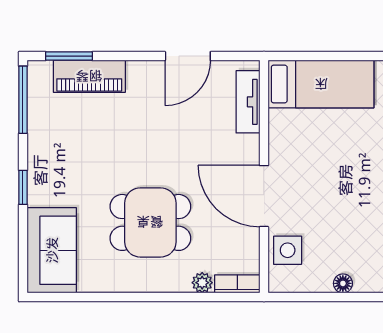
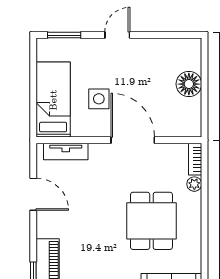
door: (264, 196) -> (133, 140), swing flipped
side table: (288, 250) -> (99, 99), moved
floor lamp: (343, 283) -> (189, 84), width x1.89, depth x1.89

